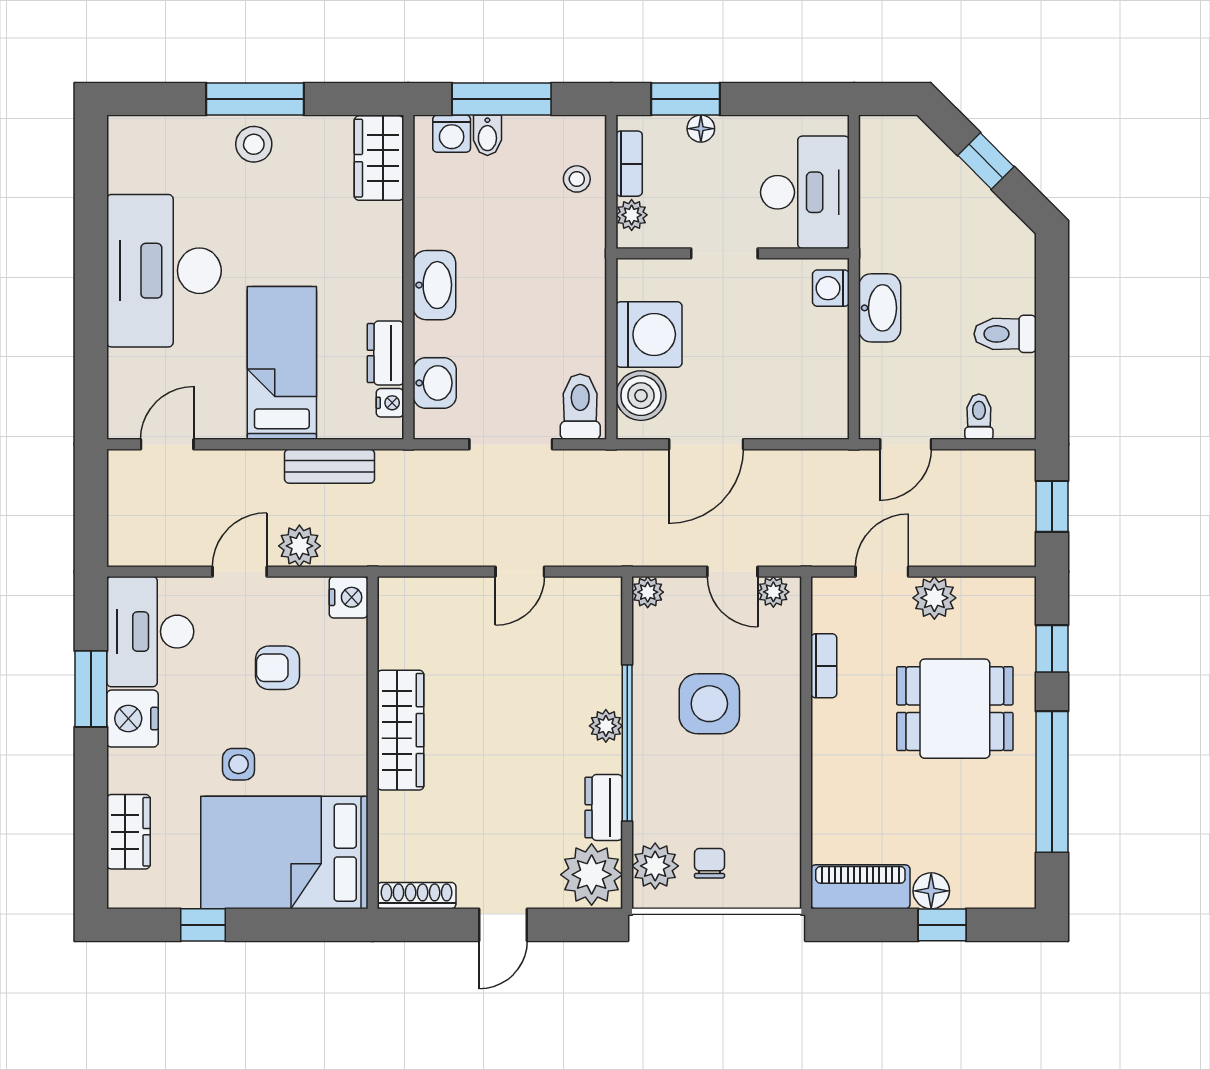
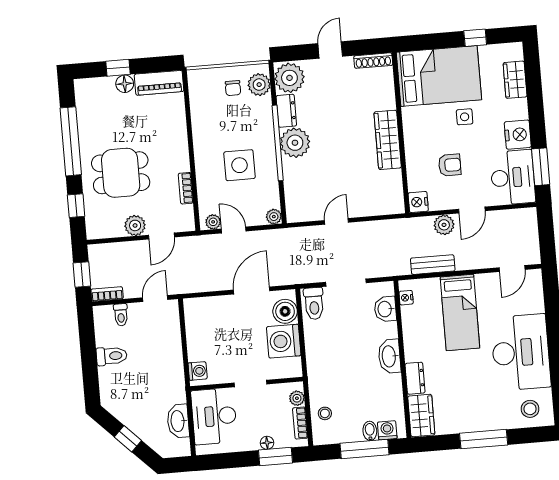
stool: (254, 144) -> (530, 409), moved
washbasin: (880, 308) -> (178, 421), moved
dresser: (385, 353) -> (415, 378), moved
bookcase: (1004, 462) -> (107, 294), added
window: (91, 689) -> (541, 167), moved
plant: (606, 726) -> (295, 143), width x1.88, depth x1.88

